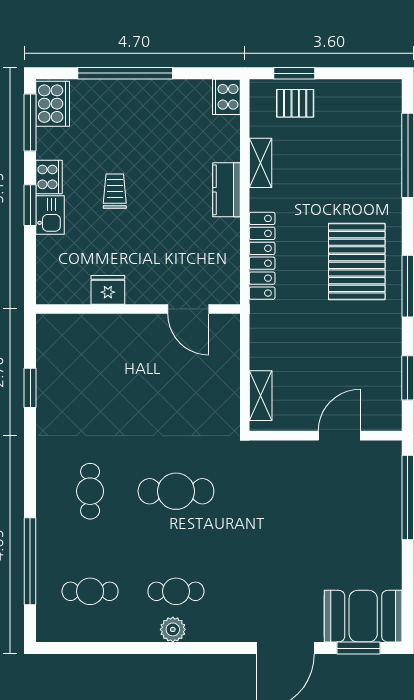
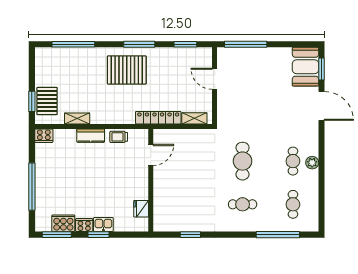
pallet: (295, 103) -> (47, 101), width x1.50, depth x1.42
cooker: (53, 104) -> (63, 223), moved
trolley: (115, 191) -> (119, 137), moved
locker: (262, 256) -> (158, 118), moved
fridge: (108, 290) -> (141, 209), moved

